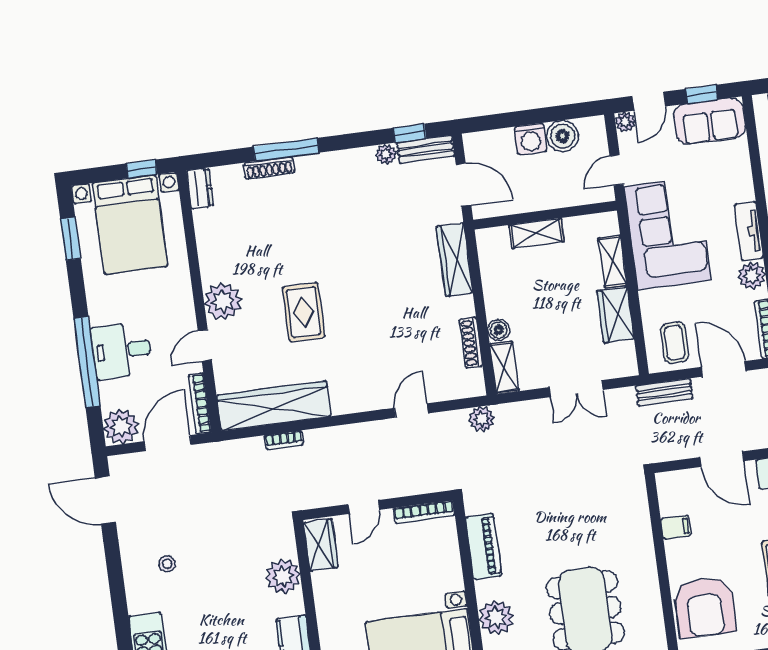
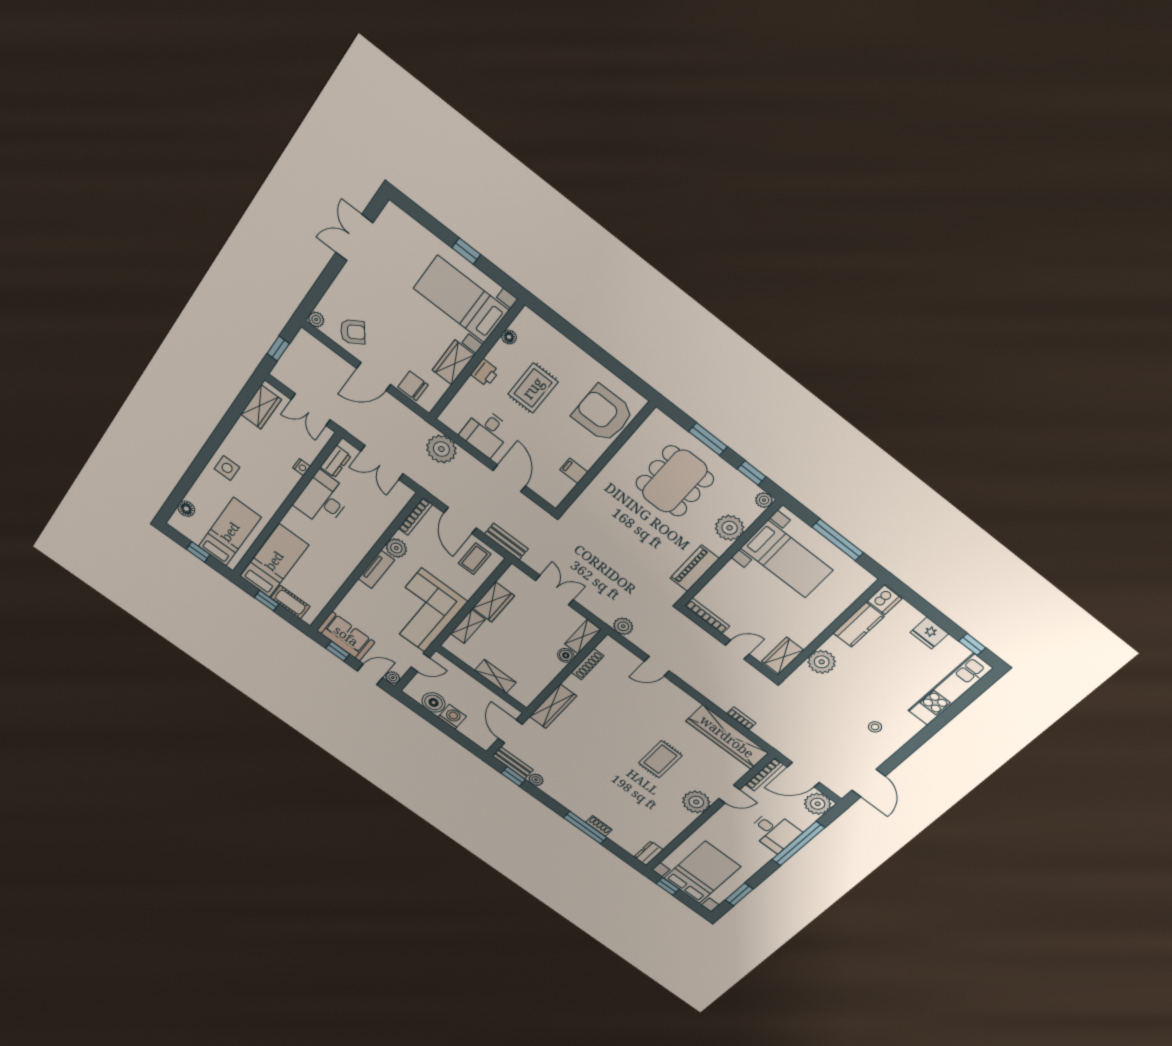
shoe rack: (269, 168) -> (599, 826), width x0.70
armchair: (705, 607) -> (603, 414), turned -90

